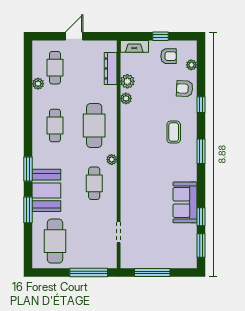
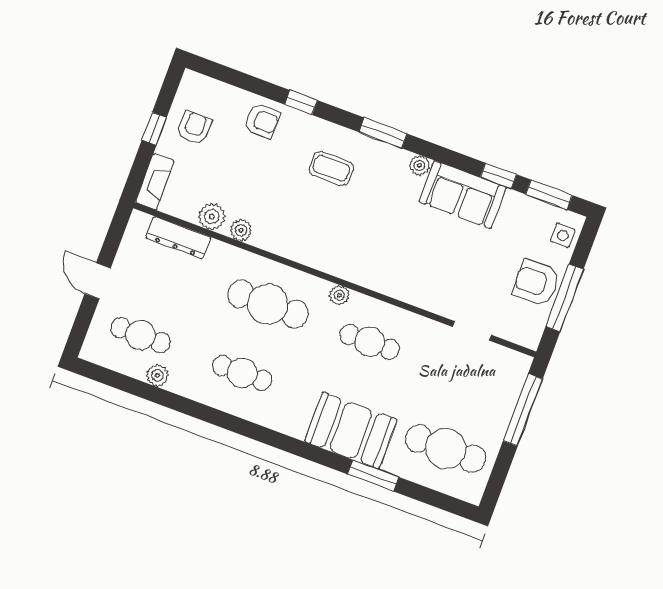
plant: (191, 65) -> (420, 165), moved
armchair: (185, 89) -> (262, 121), turned -93
window: (28, 169) -> (301, 449), removed
armchair: (155, 256) -> (536, 283), added
side table: (183, 260) -> (563, 235), added

